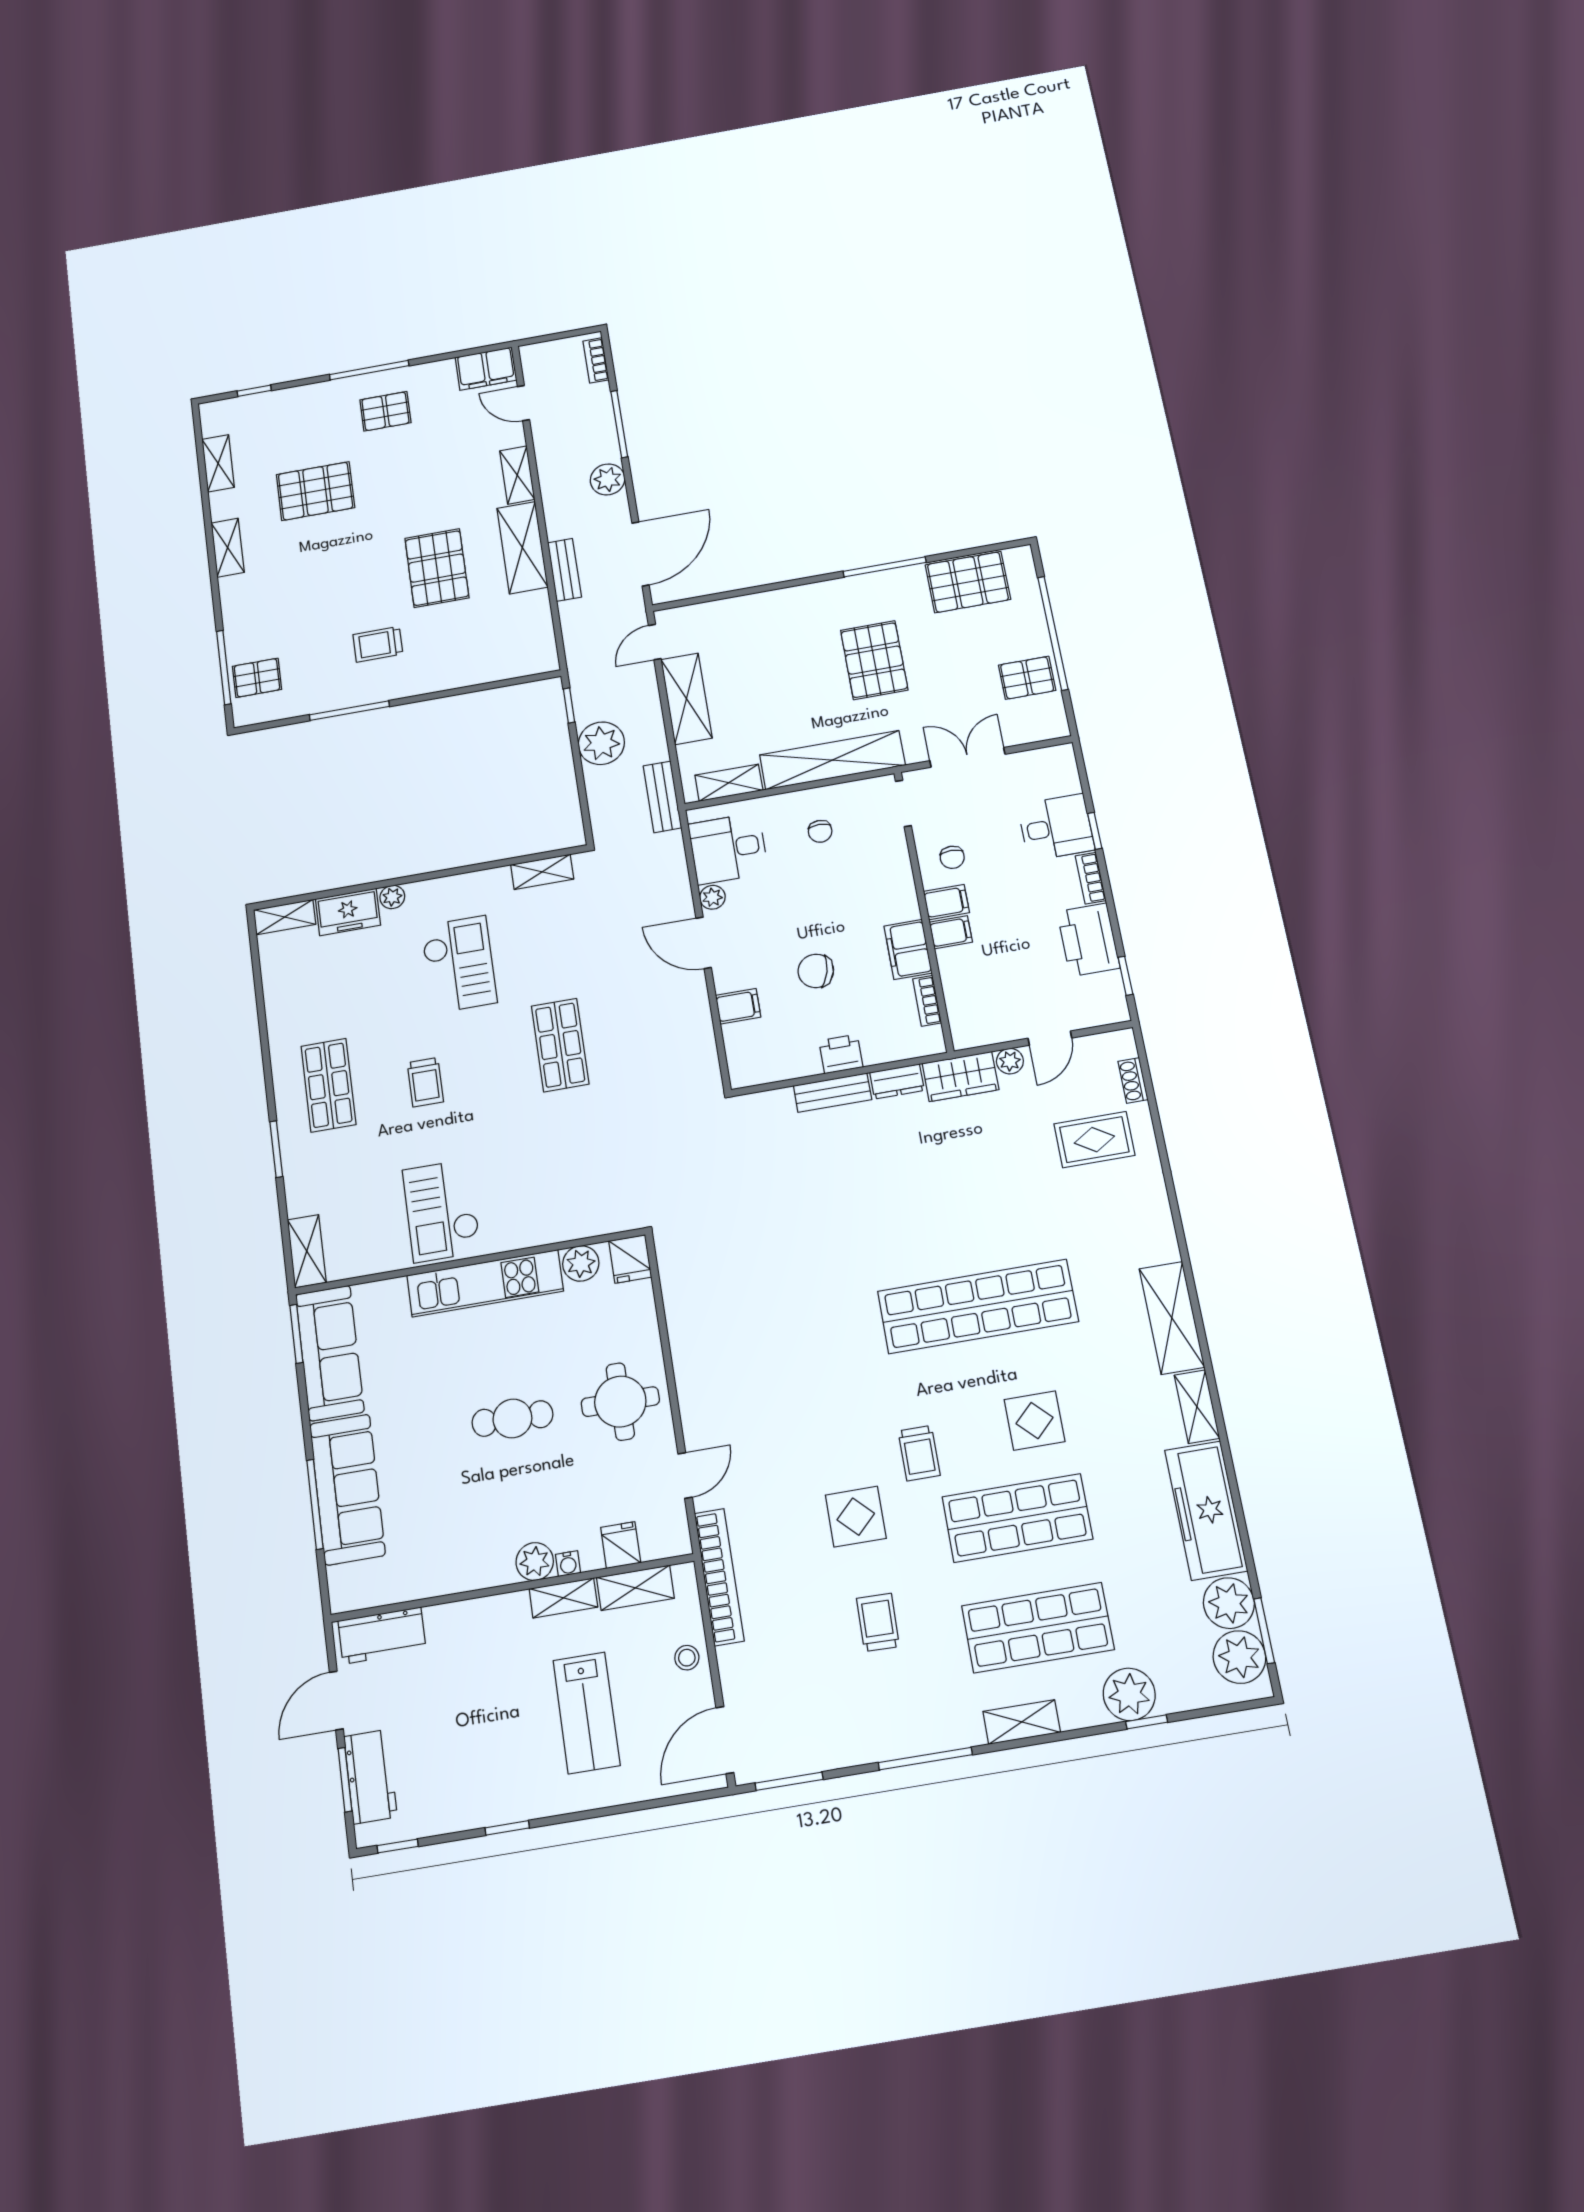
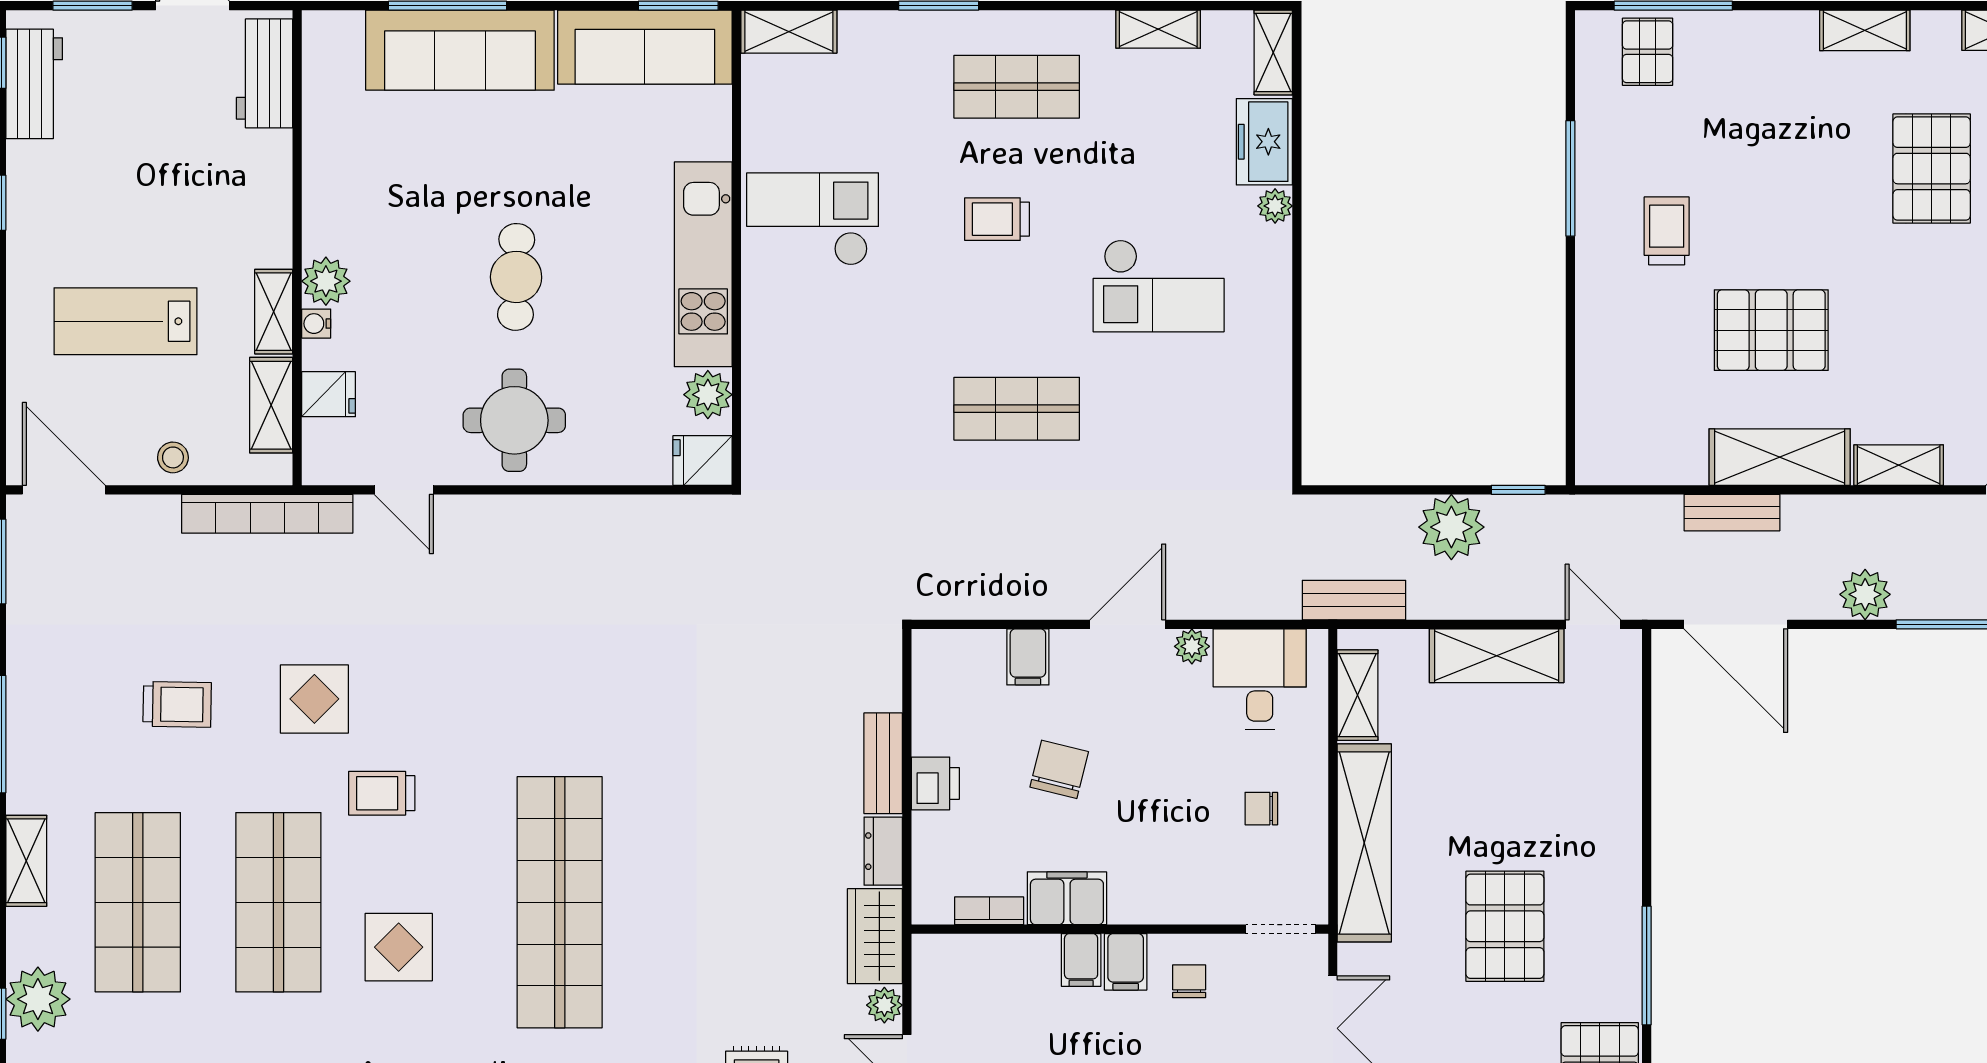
pallet: (874, 660) -> (1505, 926), turned 90
chair: (952, 857) -> (1189, 981), turned 90
shelving: (542, 872) -> (1158, 29), moved, turned 90
workbench: (371, 1777) -> (34, 84), moved, turned -90

